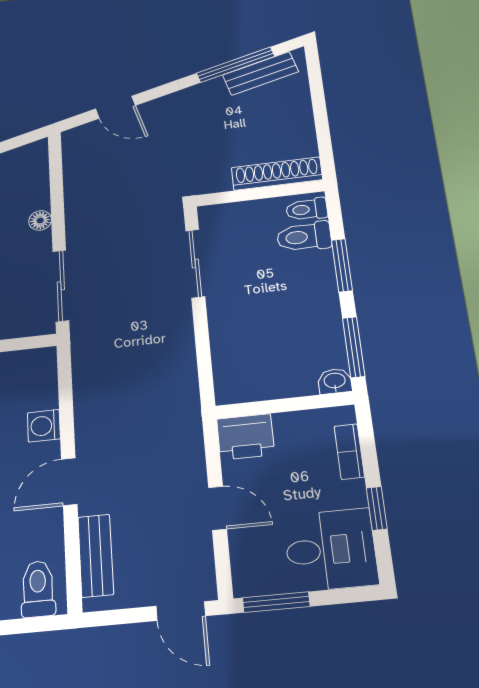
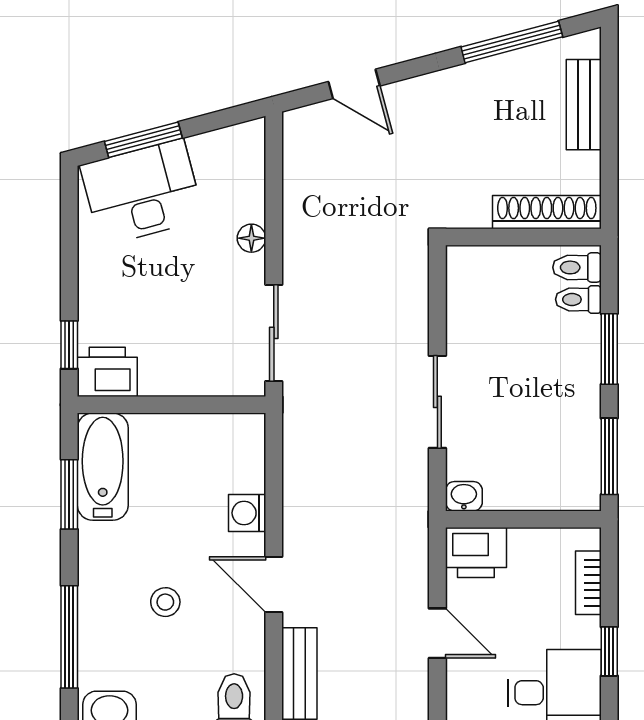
bench: (260, 73) -> (584, 105), moved, turned -75
toilet: (304, 237) -> (578, 299), width x0.73, depth x0.72
sliding door: (195, 263) -> (437, 402), moved
washbasin: (335, 381) -> (464, 496), moved
door: (69, 482) -> (274, 584), hinge flipped

